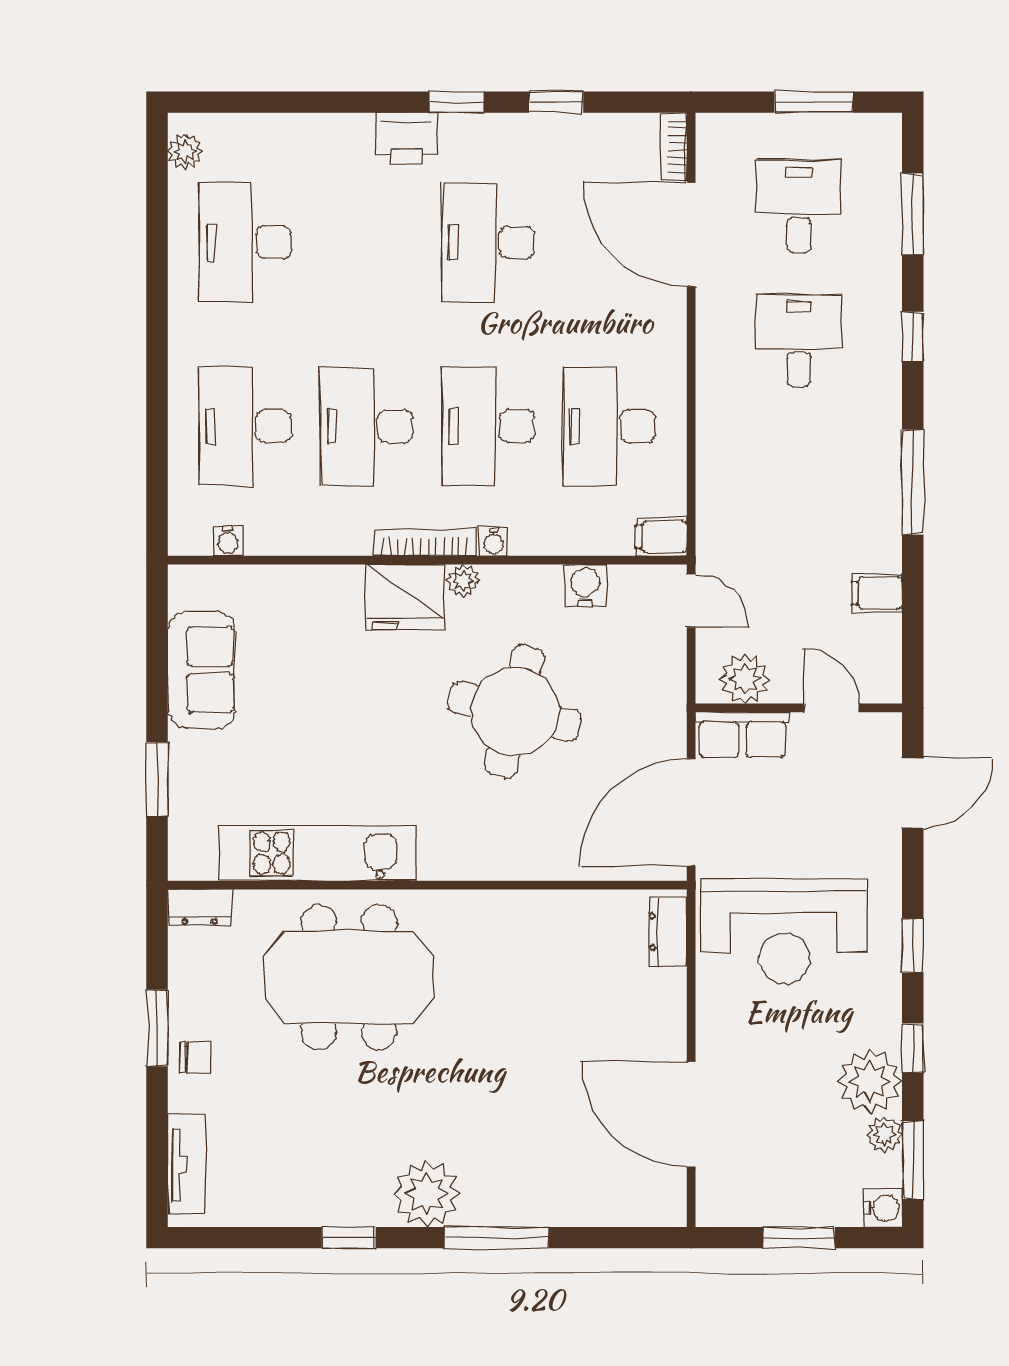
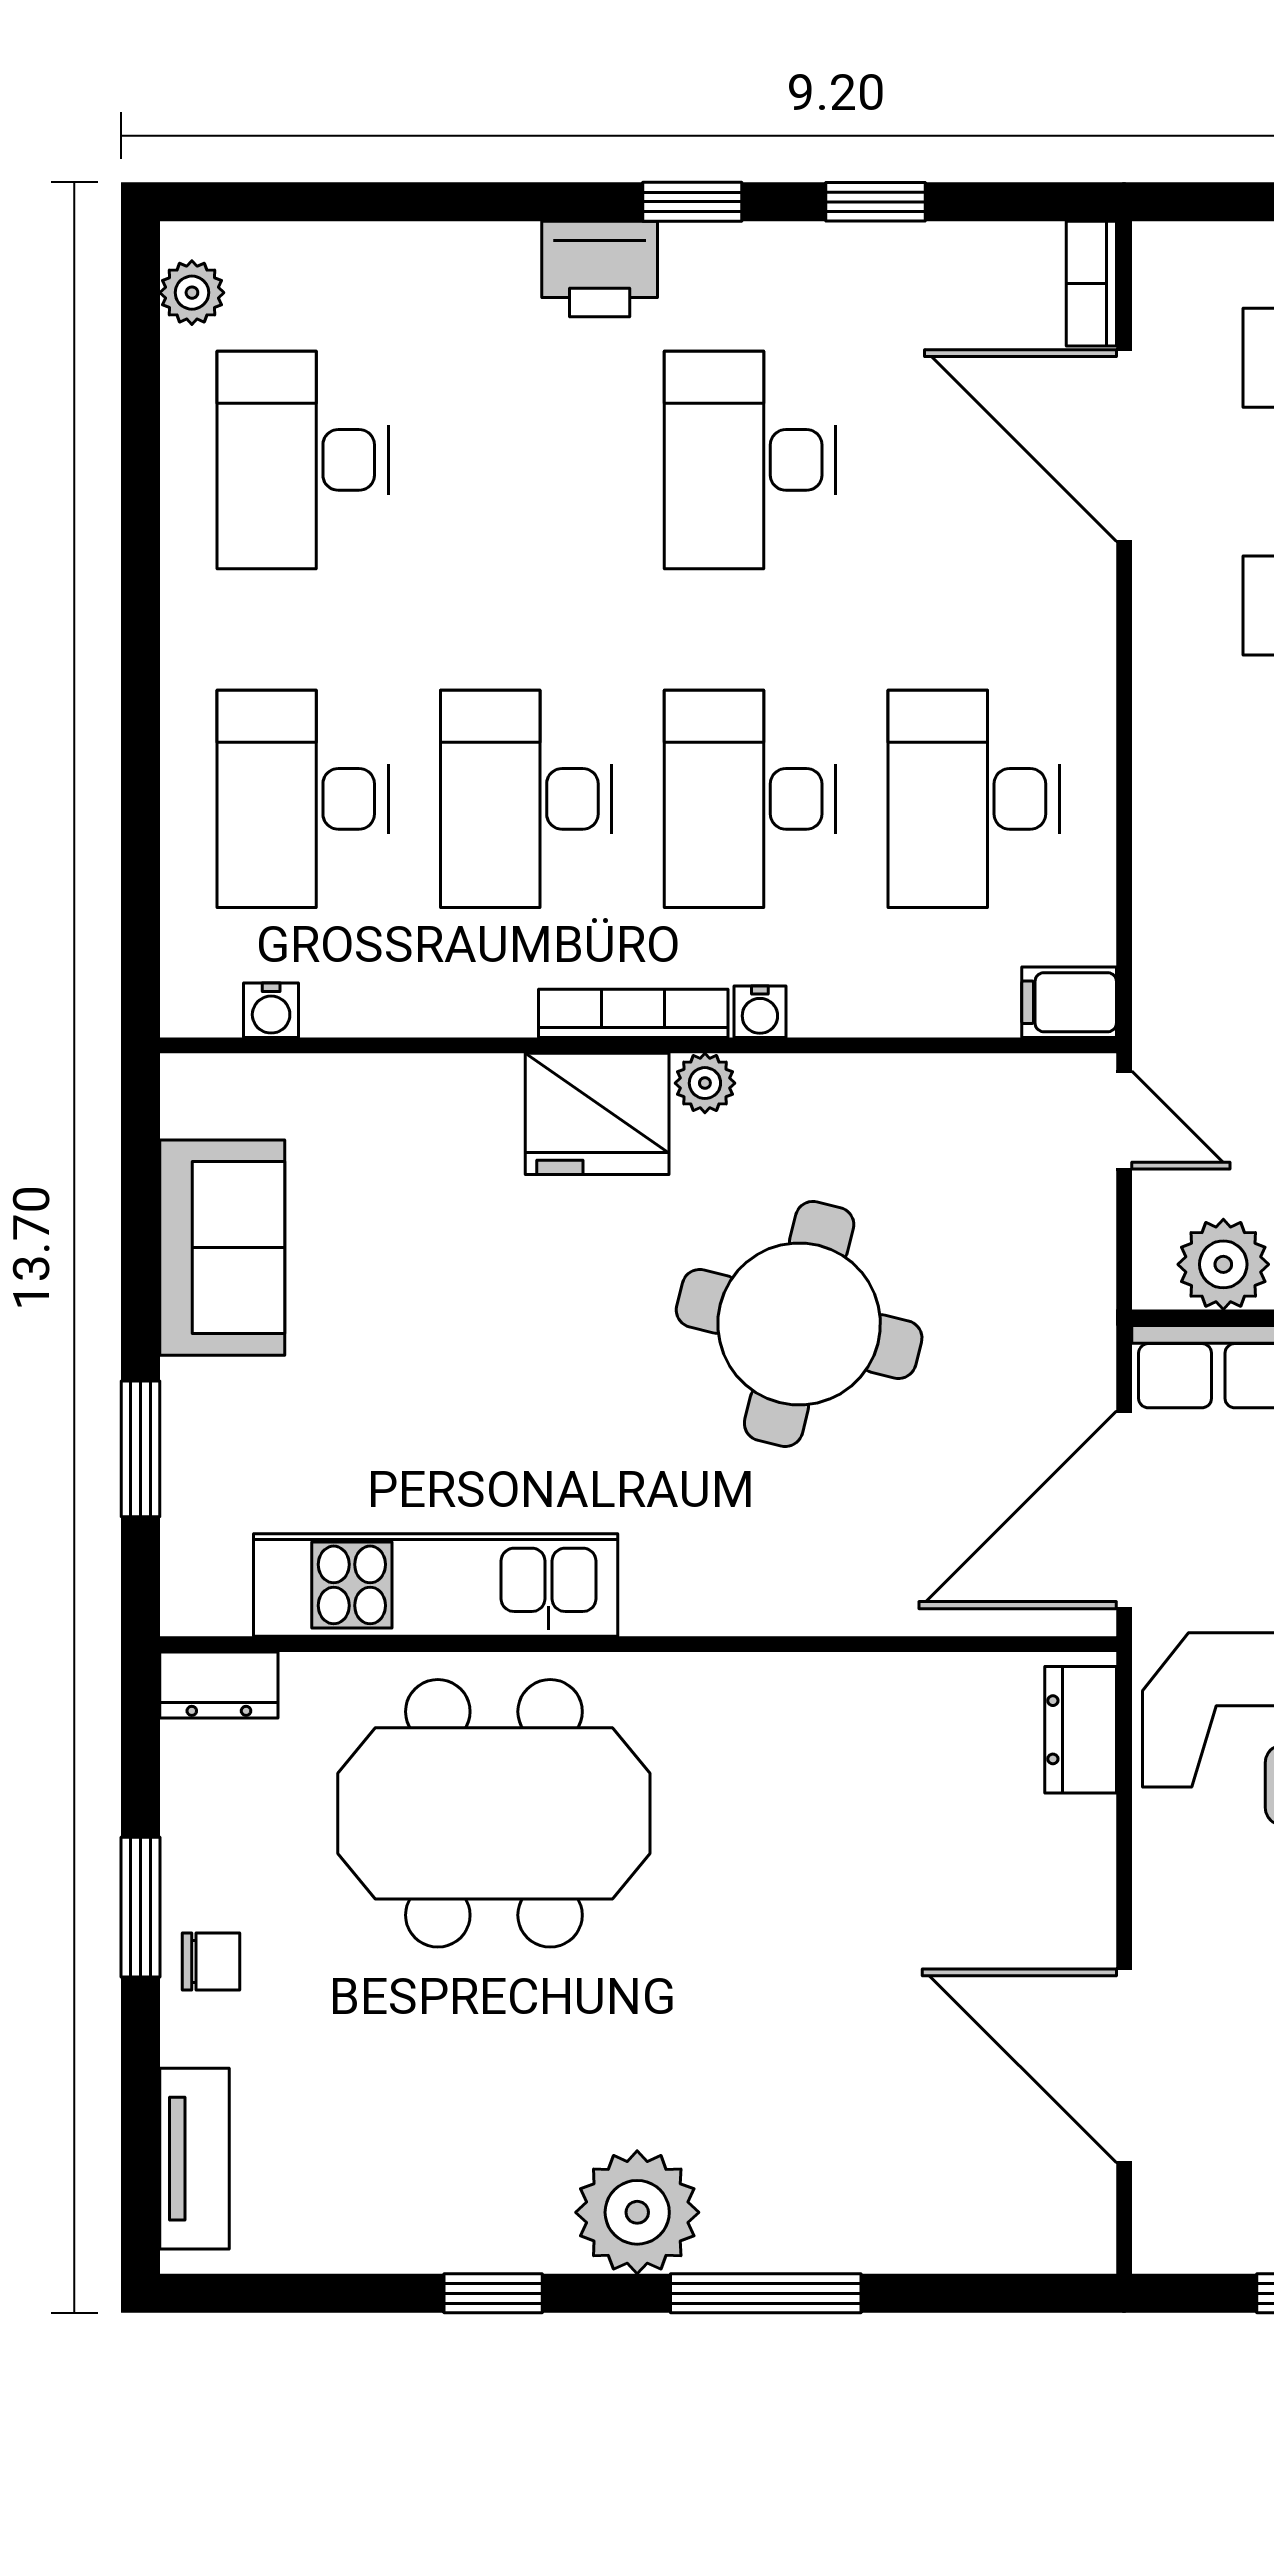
water cooler: (585, 585) -> (929, 1092), removed

